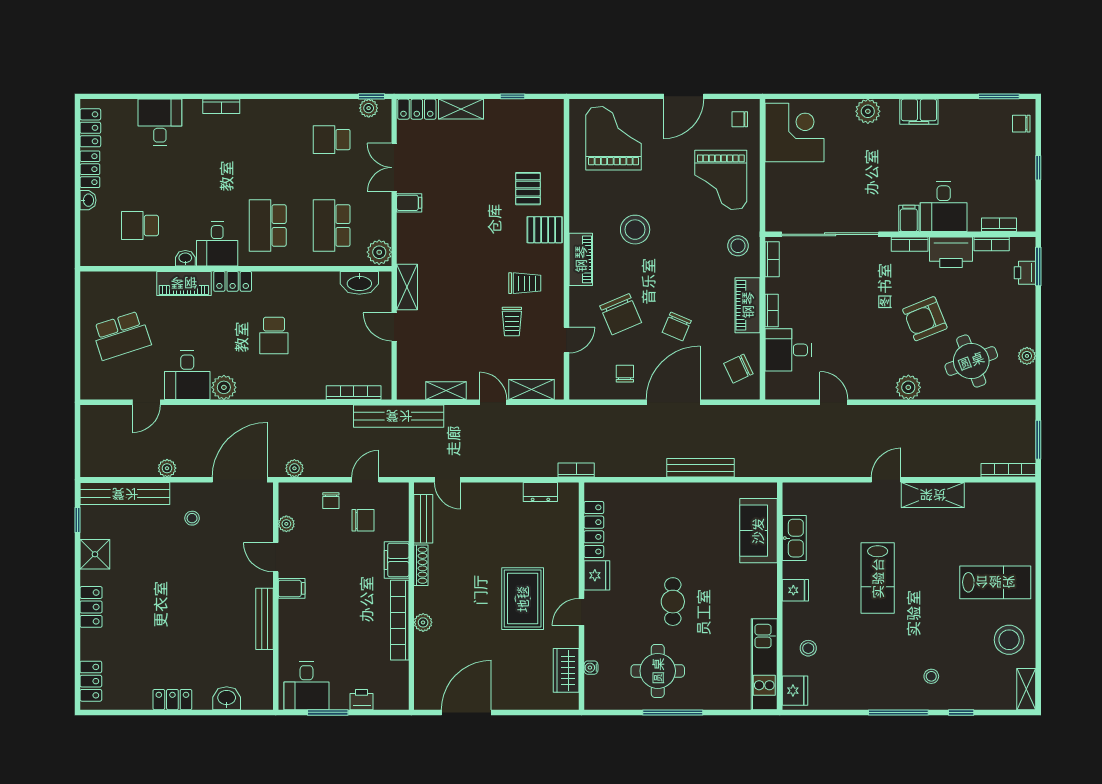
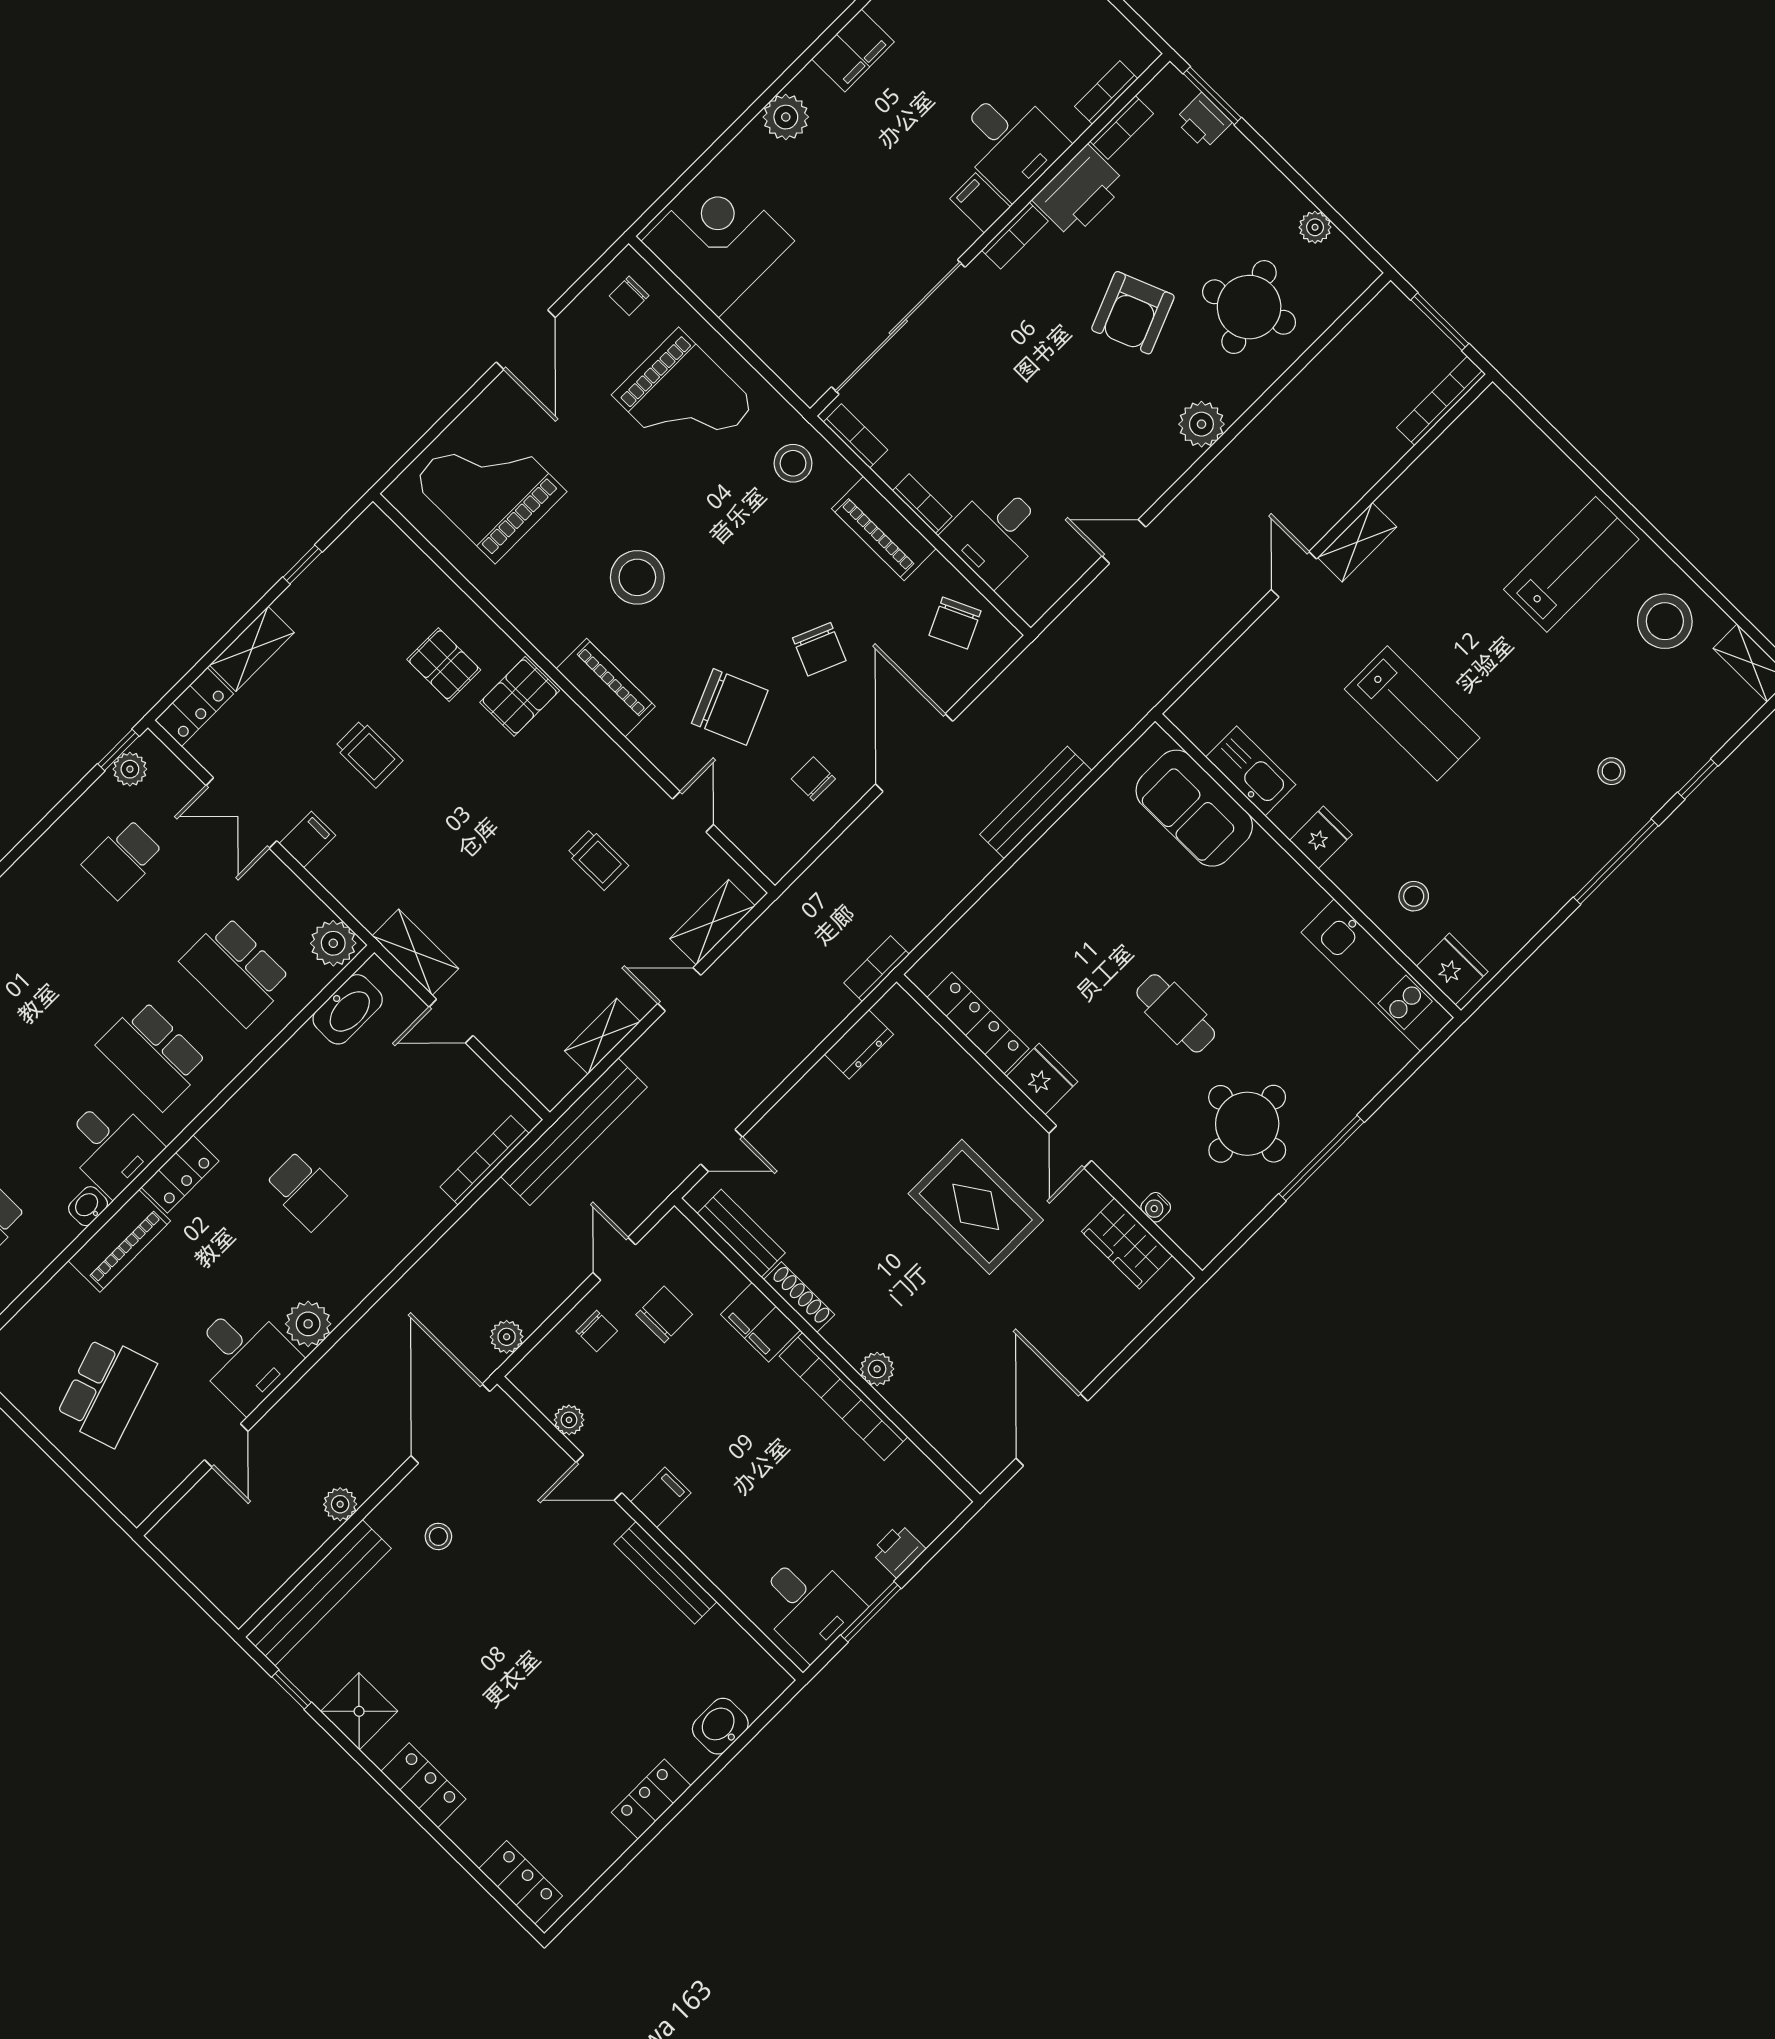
trolley: (525, 283) -> (369, 754), moved, turned 90
shelving: (933, 495) -> (1357, 542), width x0.67, depth x0.75

